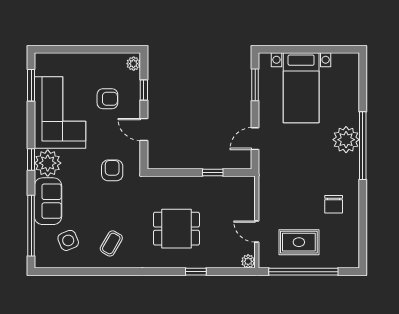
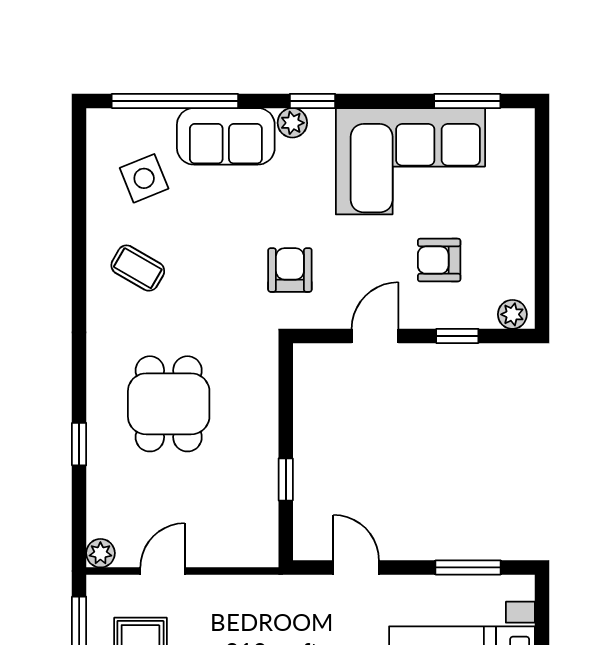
armchair: (107, 99) -> (439, 260), turned 90
plant: (48, 163) -> (292, 123), width x0.53, depth x0.53
armchair: (112, 170) -> (290, 270), turned -90

